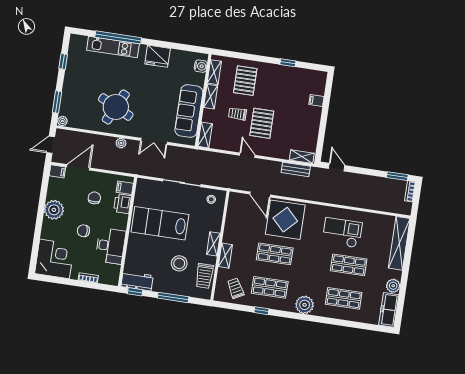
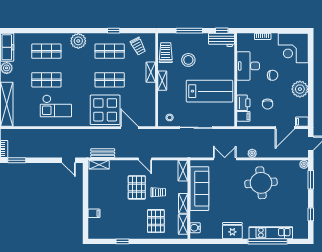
round table: (116, 107) -> (261, 183), turned -31

